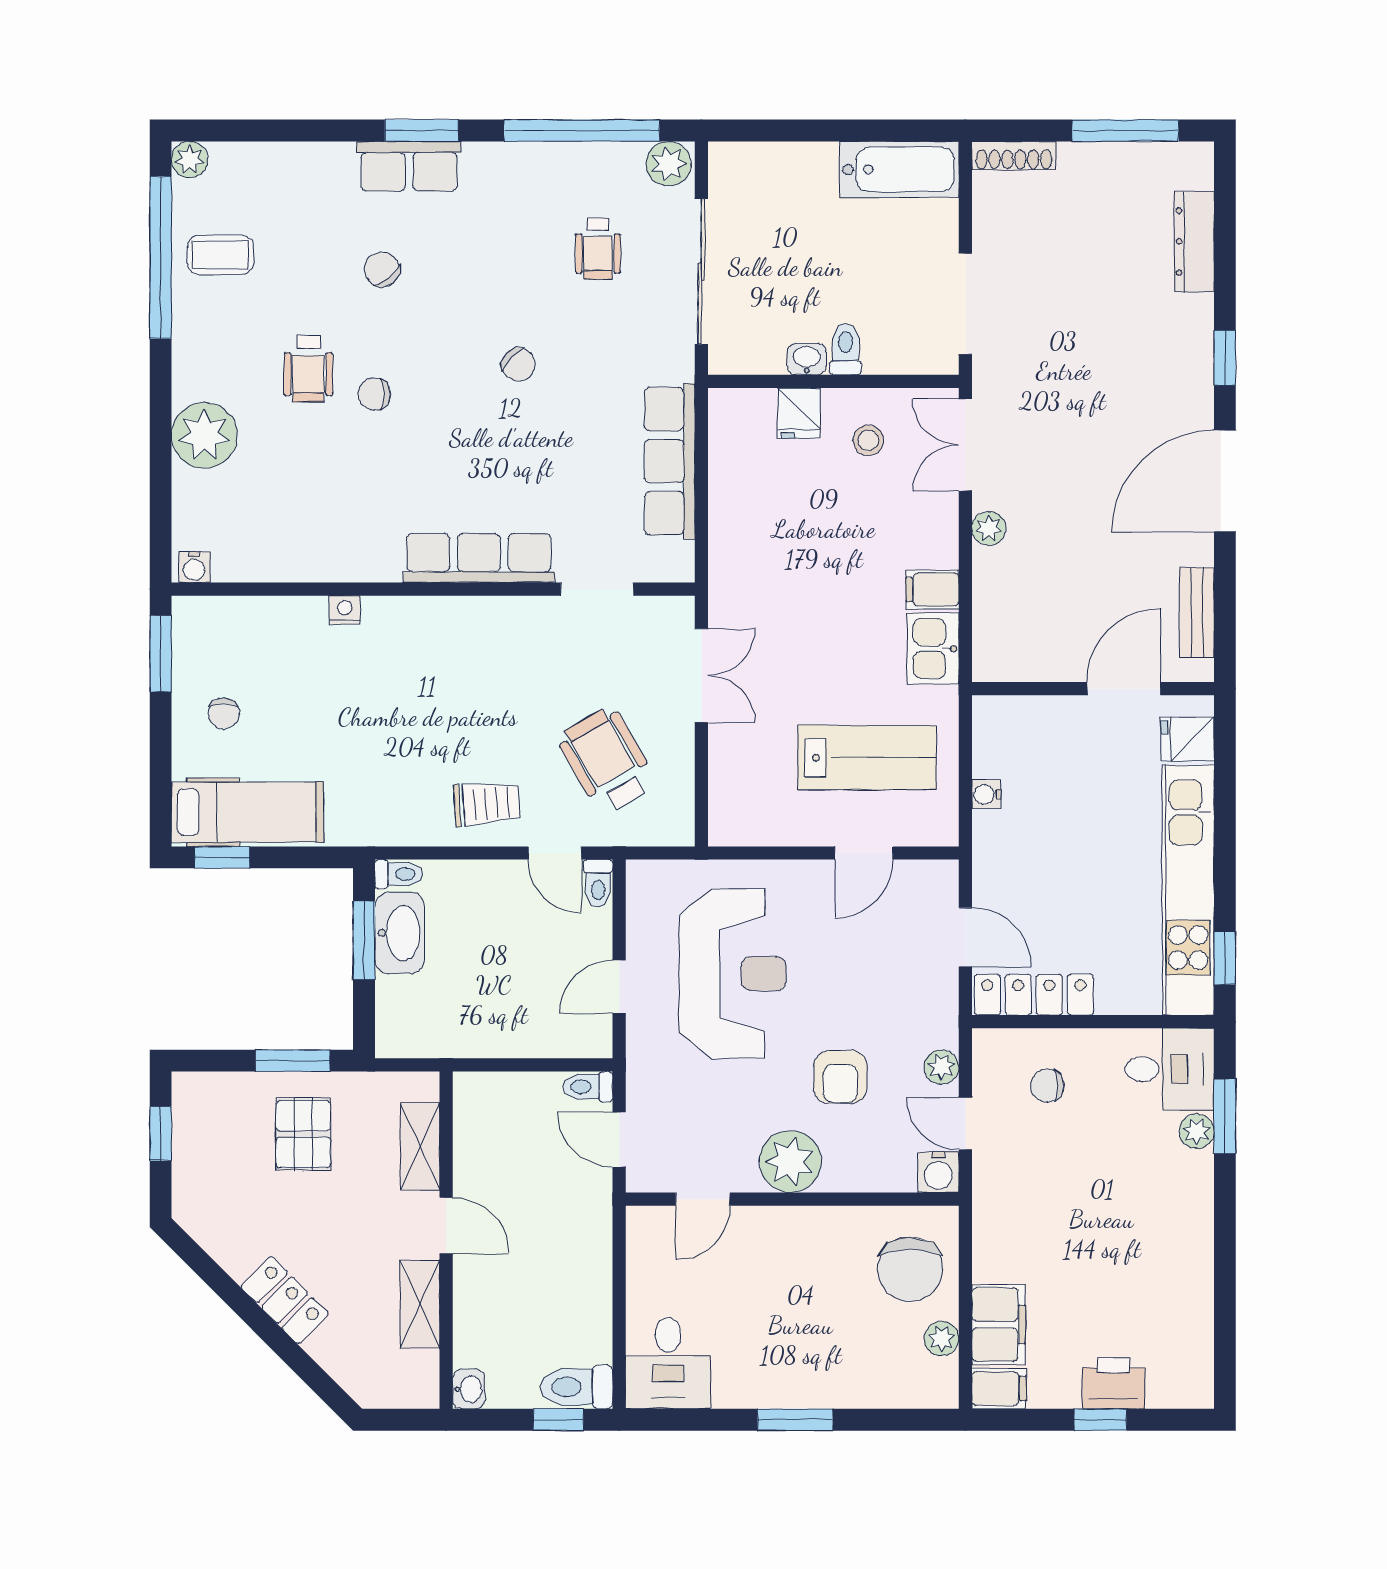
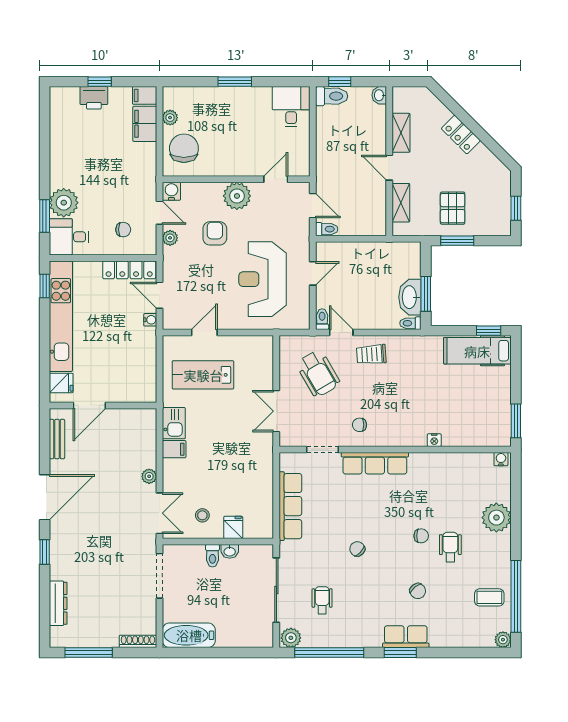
chair: (224, 713) -> (360, 425), moved, turned -90
water cooler: (986, 794) -> (150, 320), moved
plant: (1197, 1131) -> (64, 203), width x1.88, depth x1.88

